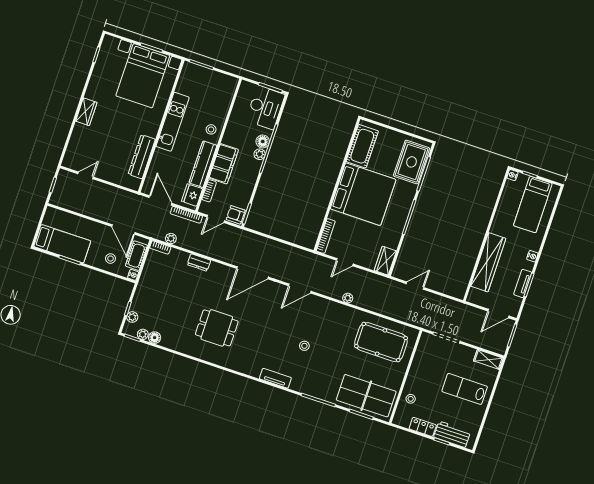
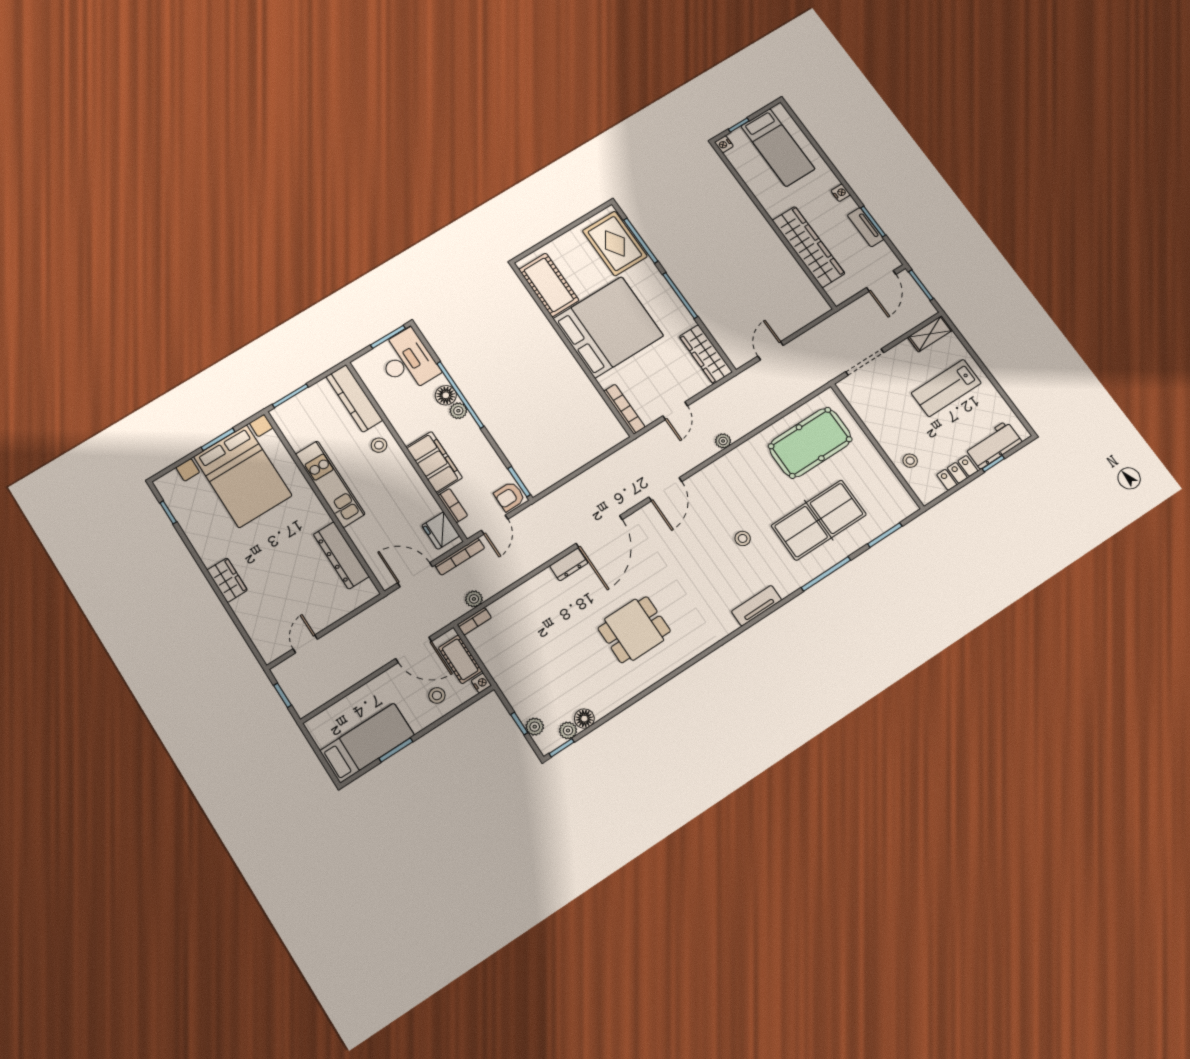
kitchen counter: (203, 164) -> (354, 398), moved
wardrobe: (385, 261) -> (706, 354), width x1.50
dresser: (199, 262) -> (569, 564), moved
table tennis table: (366, 396) -> (819, 520), moved

